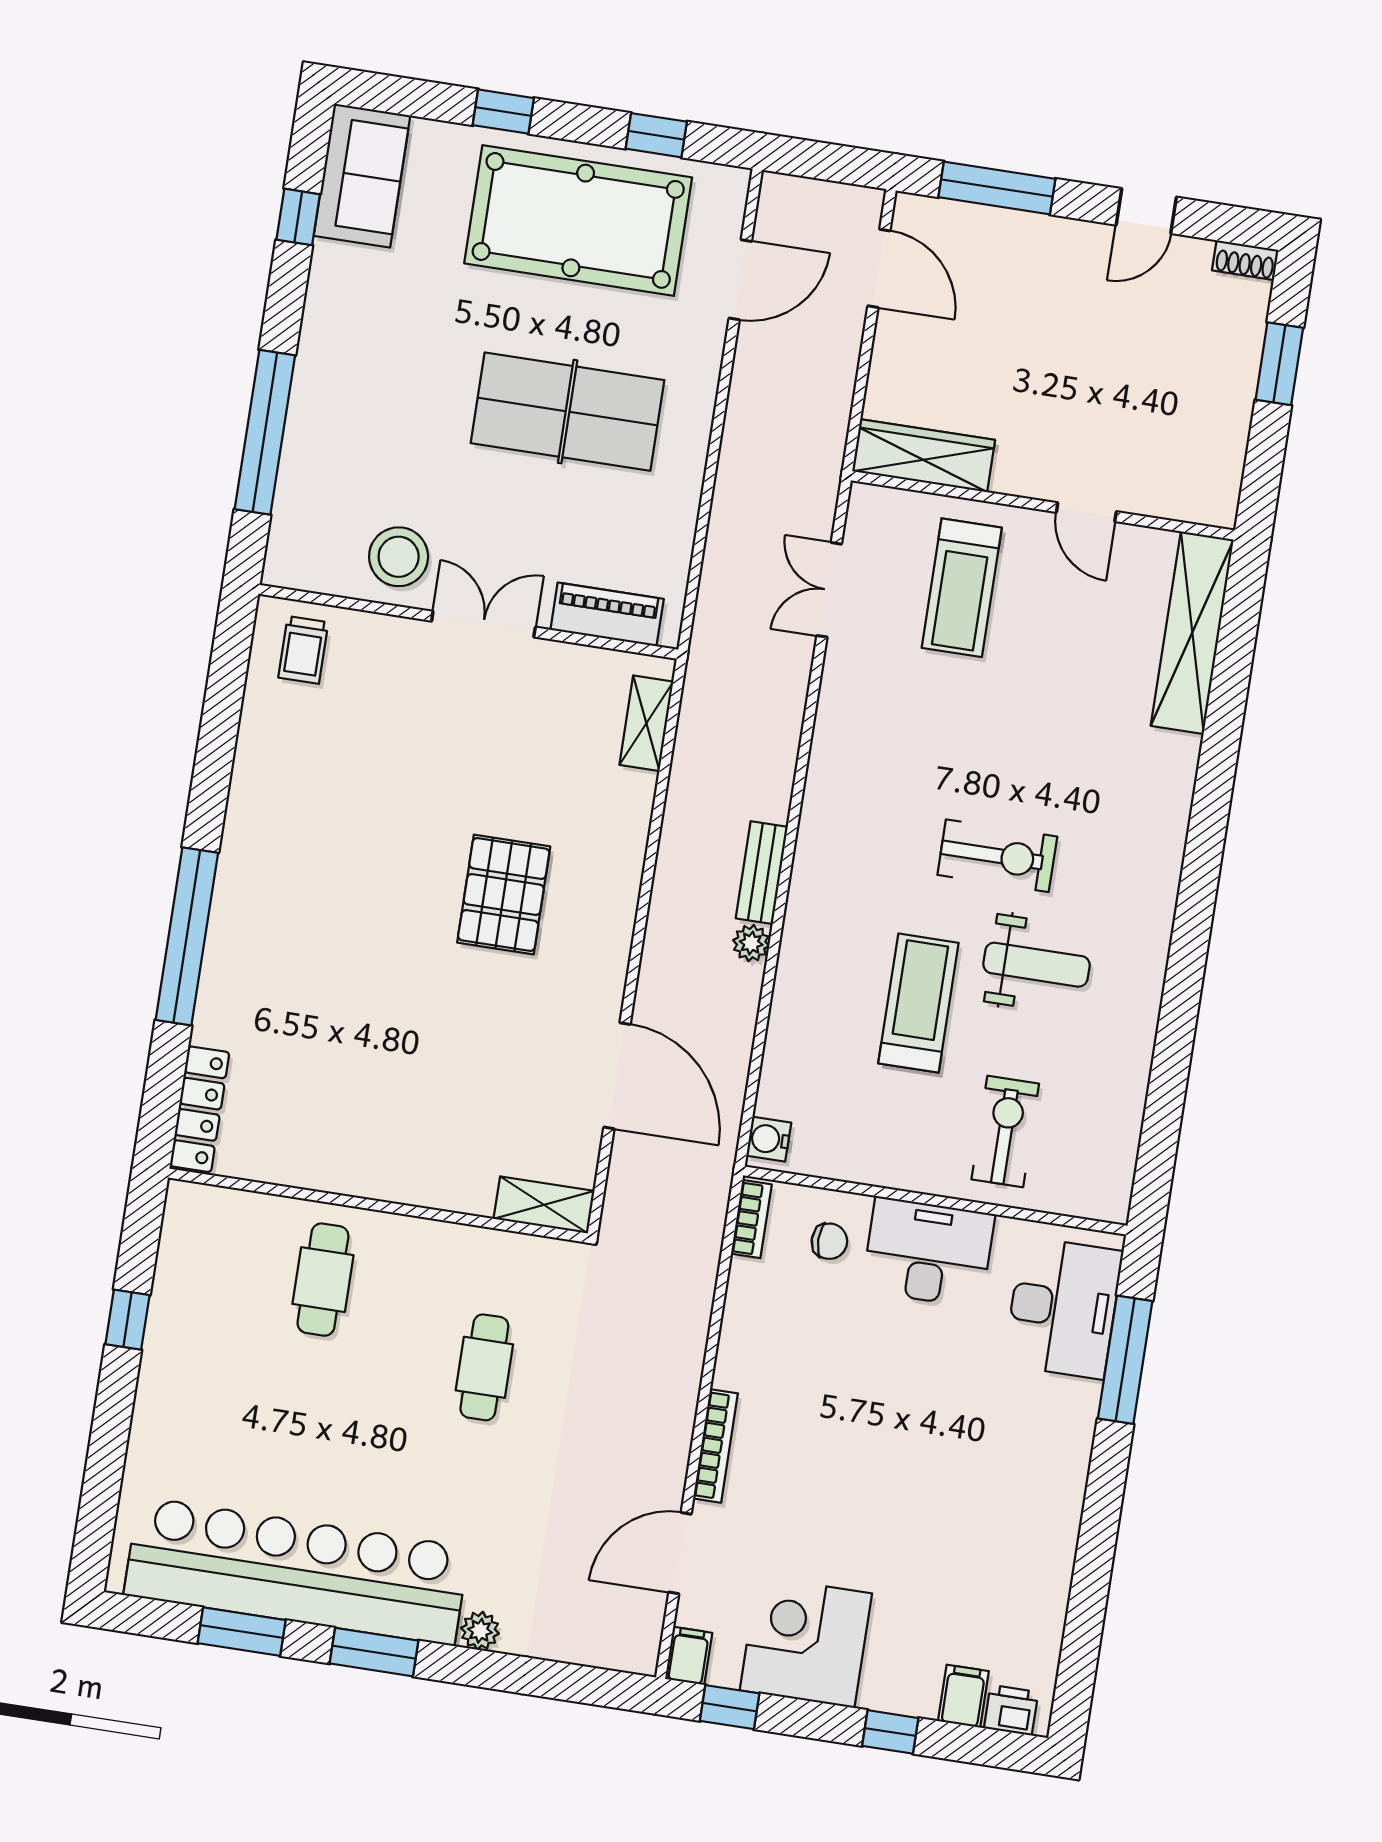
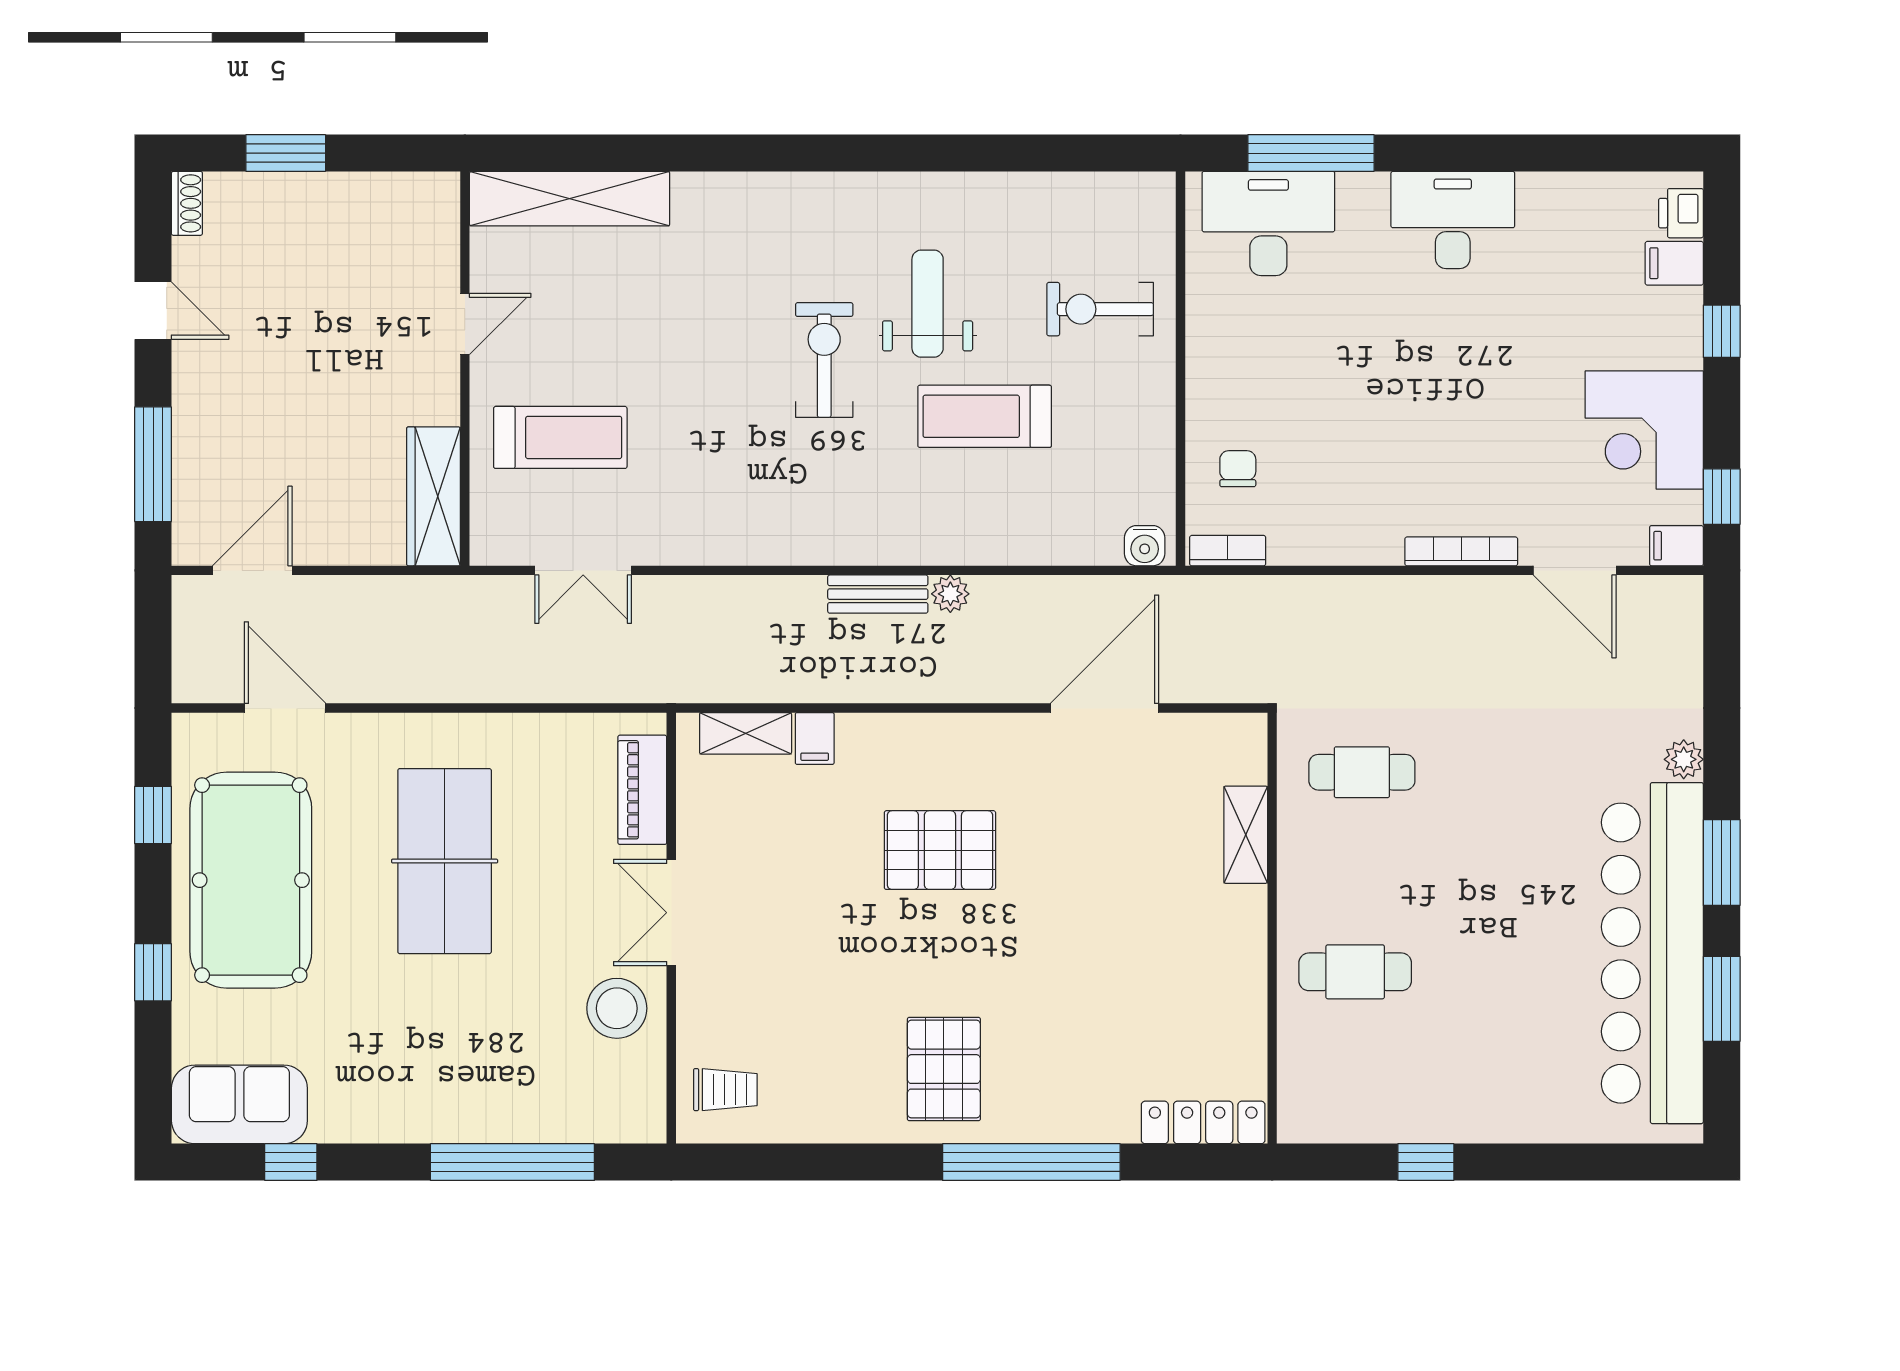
filing cabinet: (631, 790) -> (815, 739), added
pallet: (290, 865) -> (944, 1069), added
shelving: (544, 1205) -> (1246, 835), moved
desk: (928, 1252) -> (1453, 220), moved, turned 90
cafe table: (484, 1367) -> (1362, 772), moved

